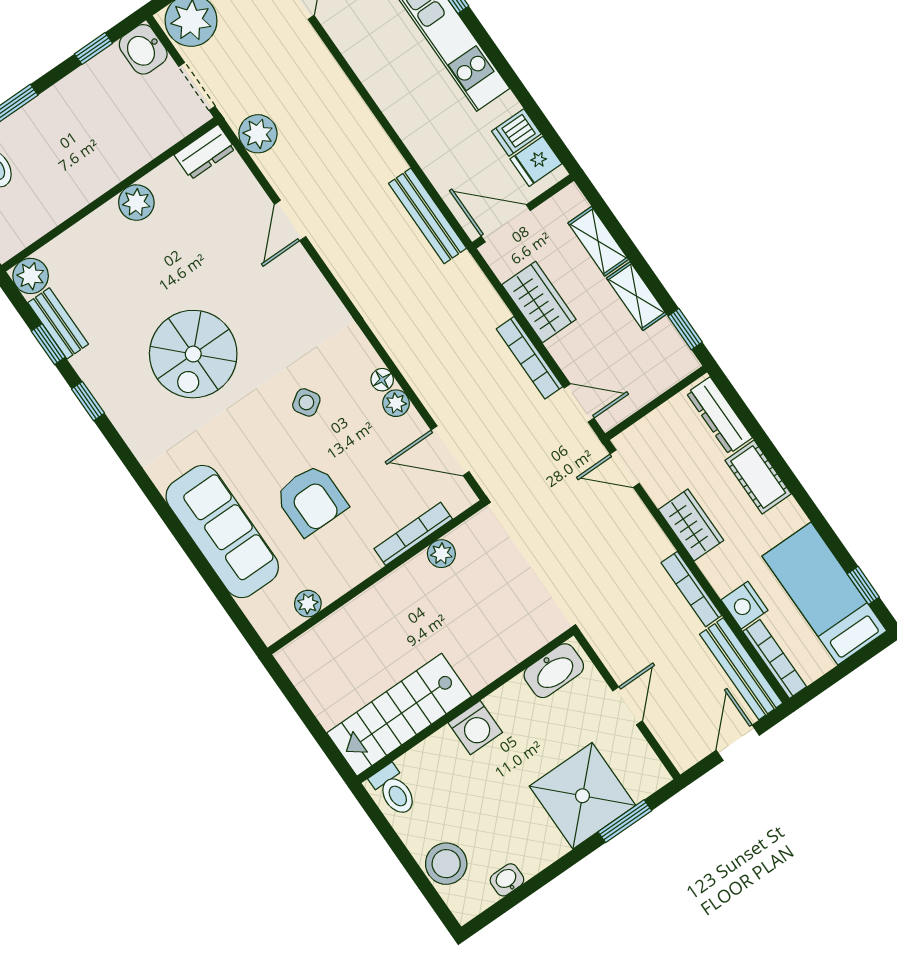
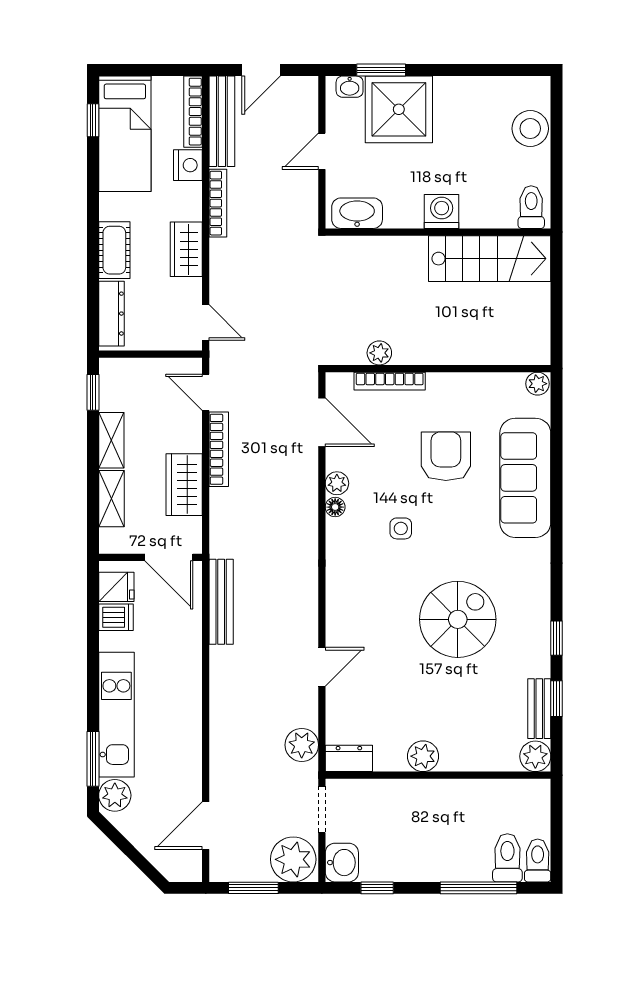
side table: (306, 402) -> (401, 528), turned 33
plant: (308, 604) -> (538, 384), moved
washbasin: (507, 880) -> (350, 87), moved

